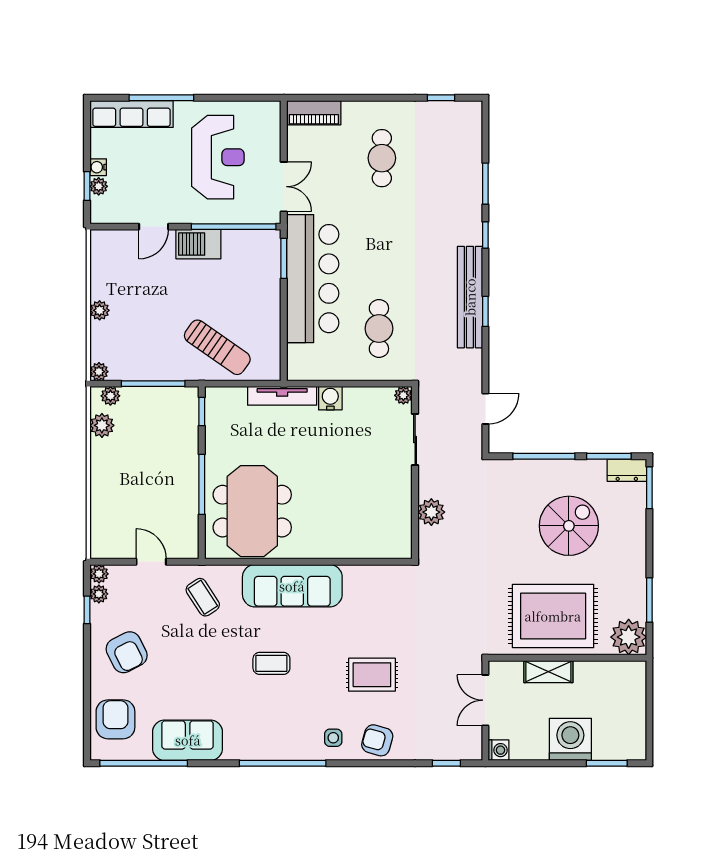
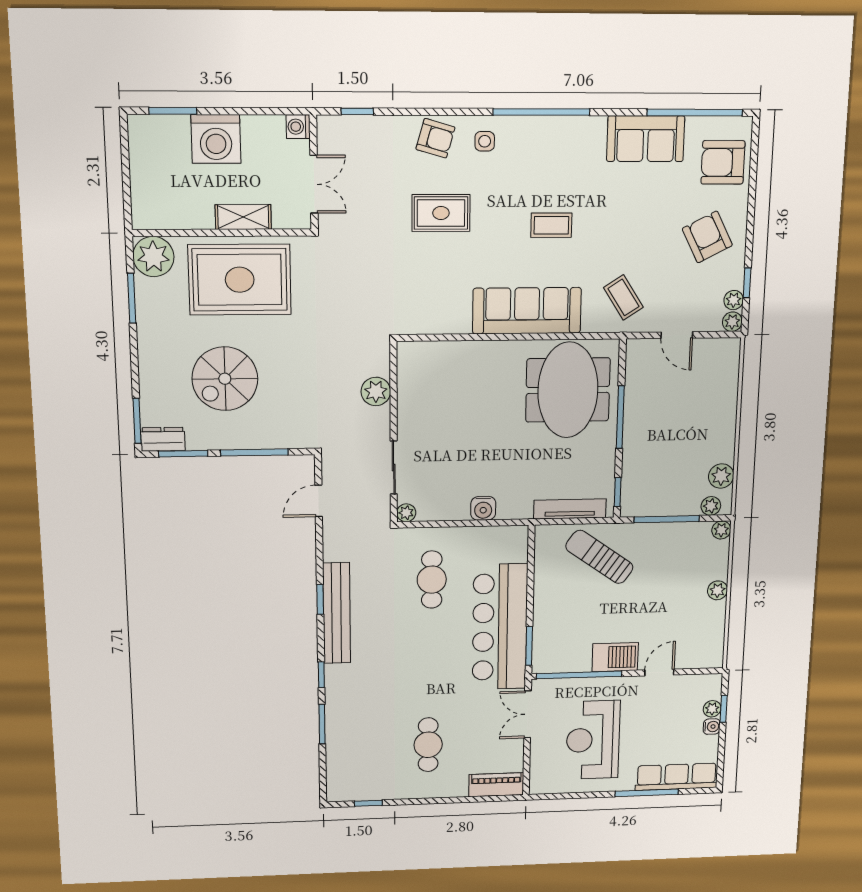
tv unit: (282, 396) -> (570, 509), moved
armchair: (115, 719) -> (723, 162), turned 90

